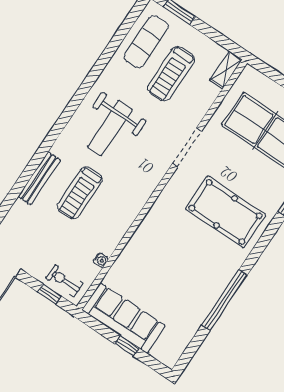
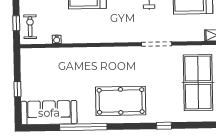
pool table: (226, 212) -> (121, 101), moved, turned 90
sofa: (124, 318) -> (49, 113), moved, turned -90

